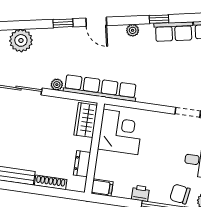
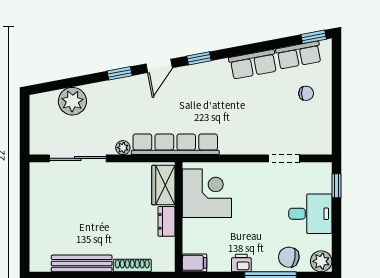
window: (159, 19) -> (199, 58), moved
door: (96, 22) -> (159, 66), hinge flipped
plant: (133, 30) -> (204, 70), removed
dresser: (82, 164) -> (166, 221), moved

